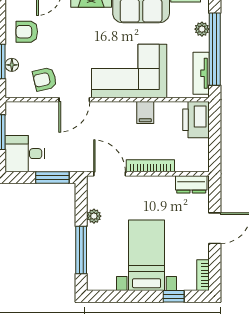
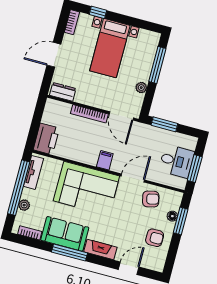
filing cabinet: (145, 113) -> (105, 160), moved
desk: (25, 154) -> (176, 161), moved

